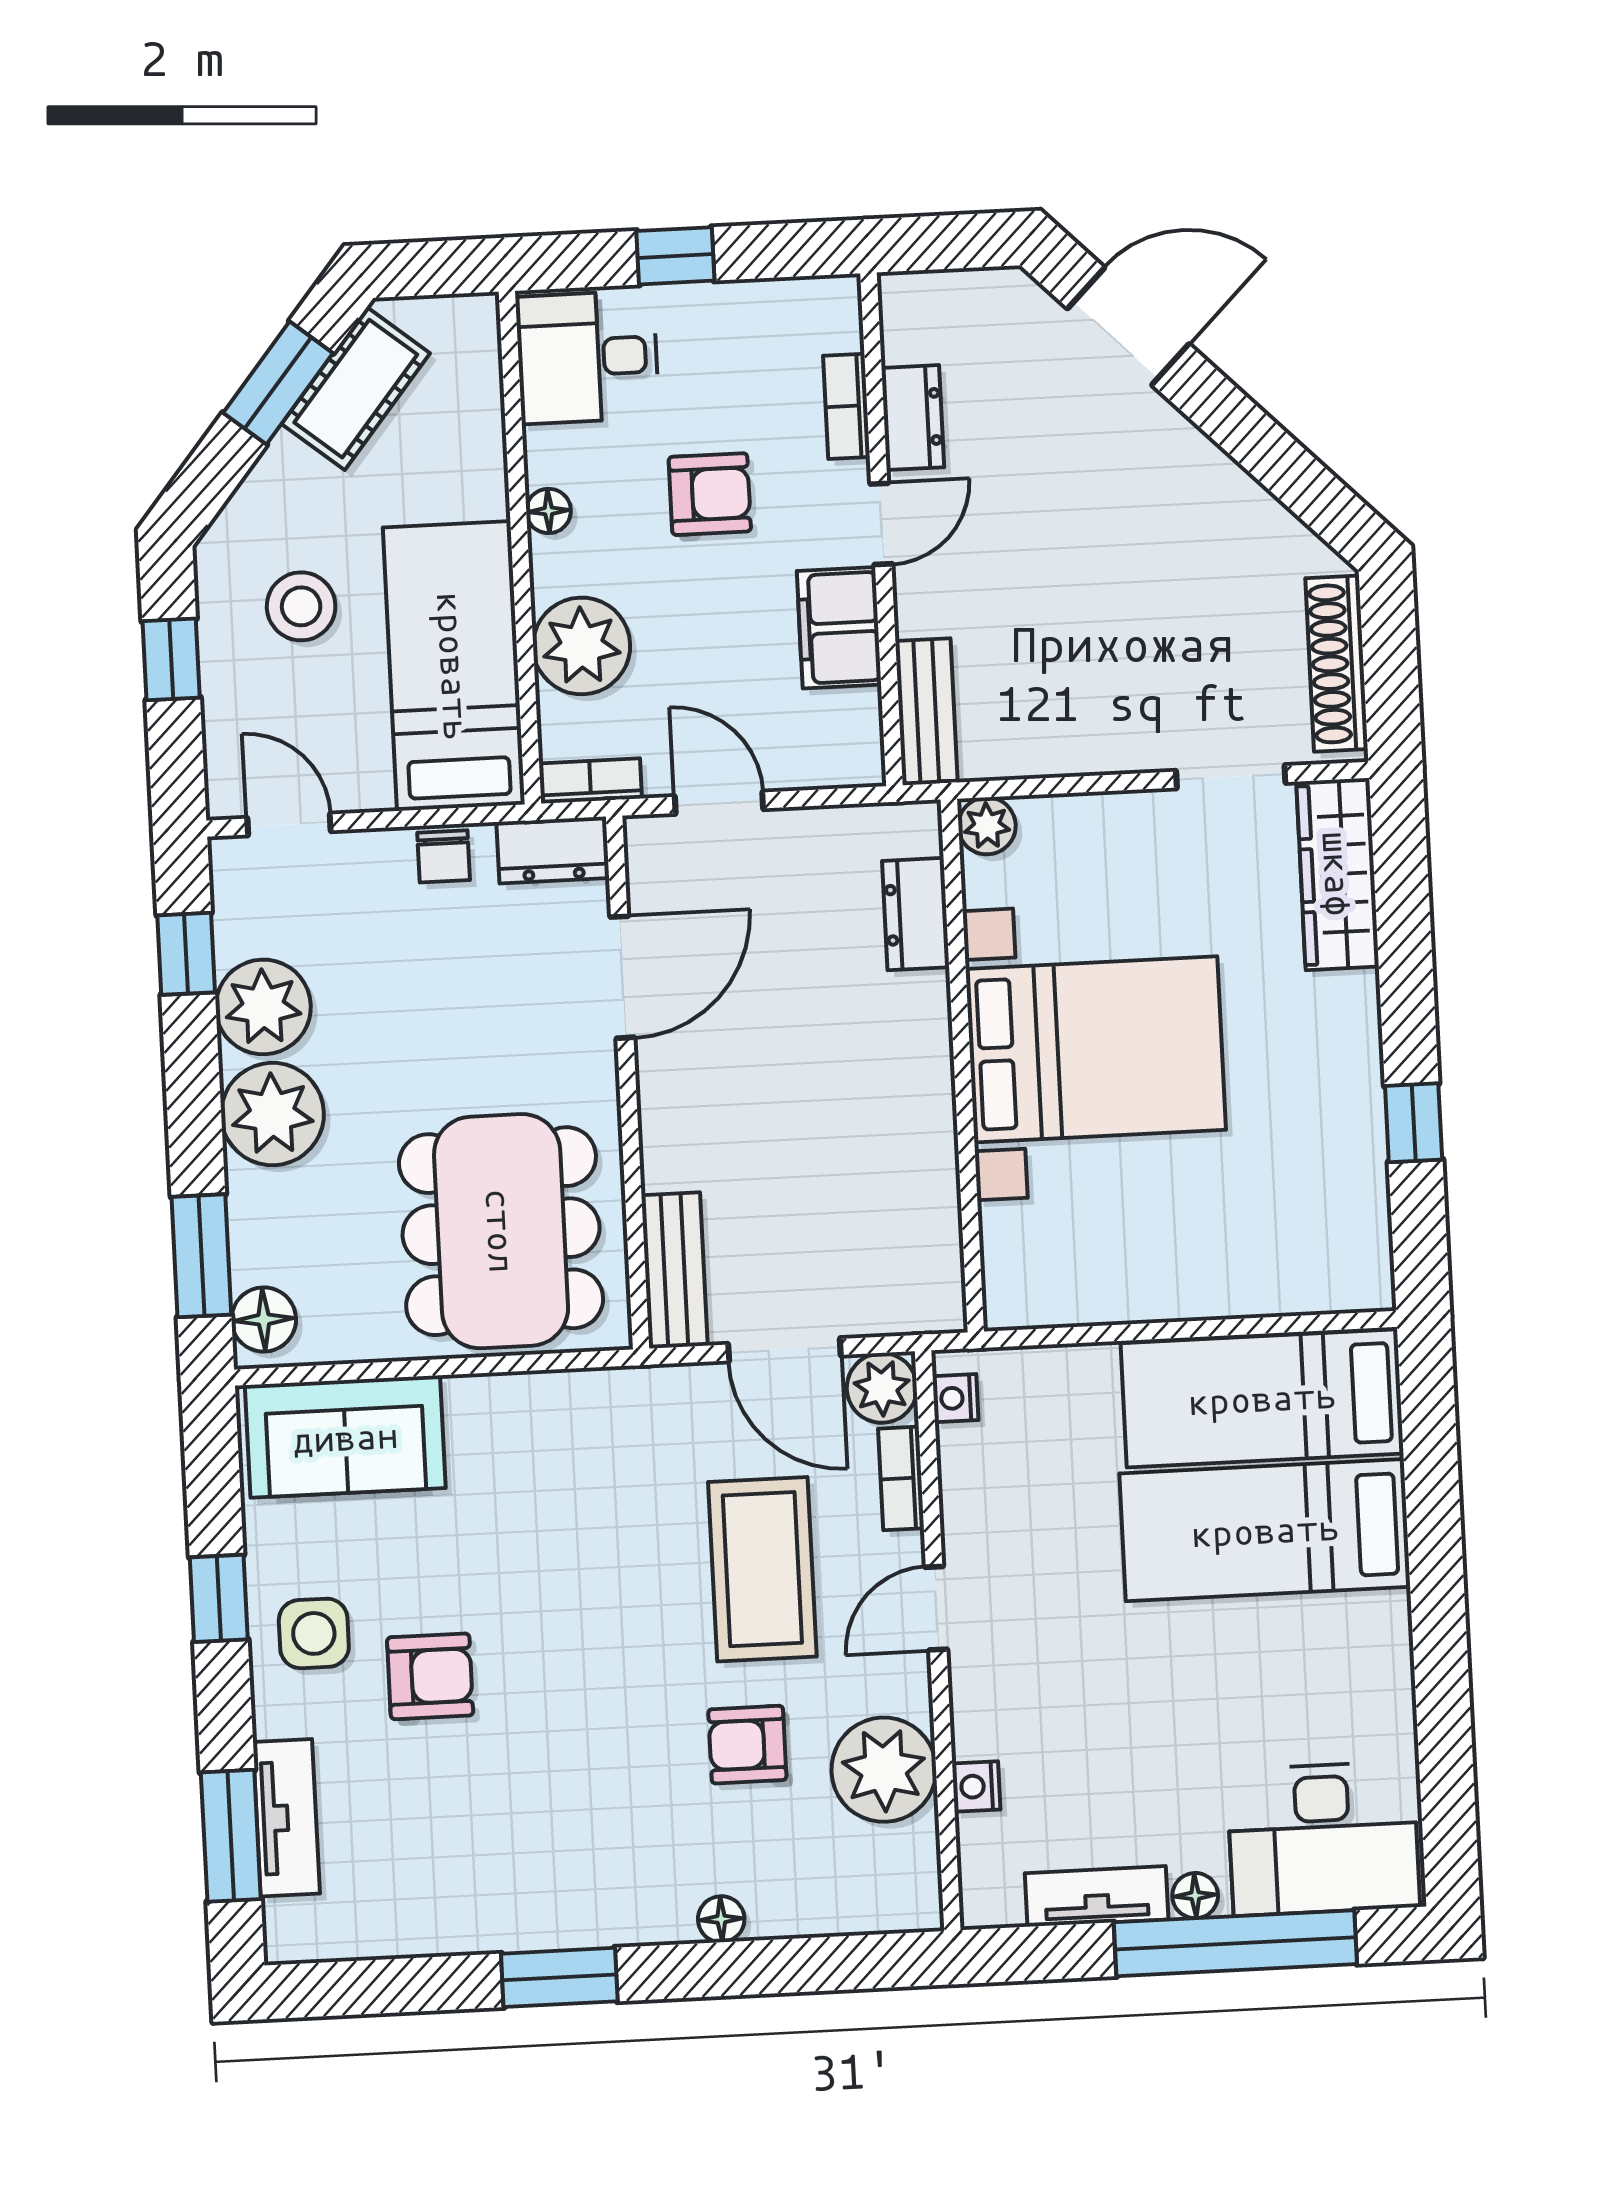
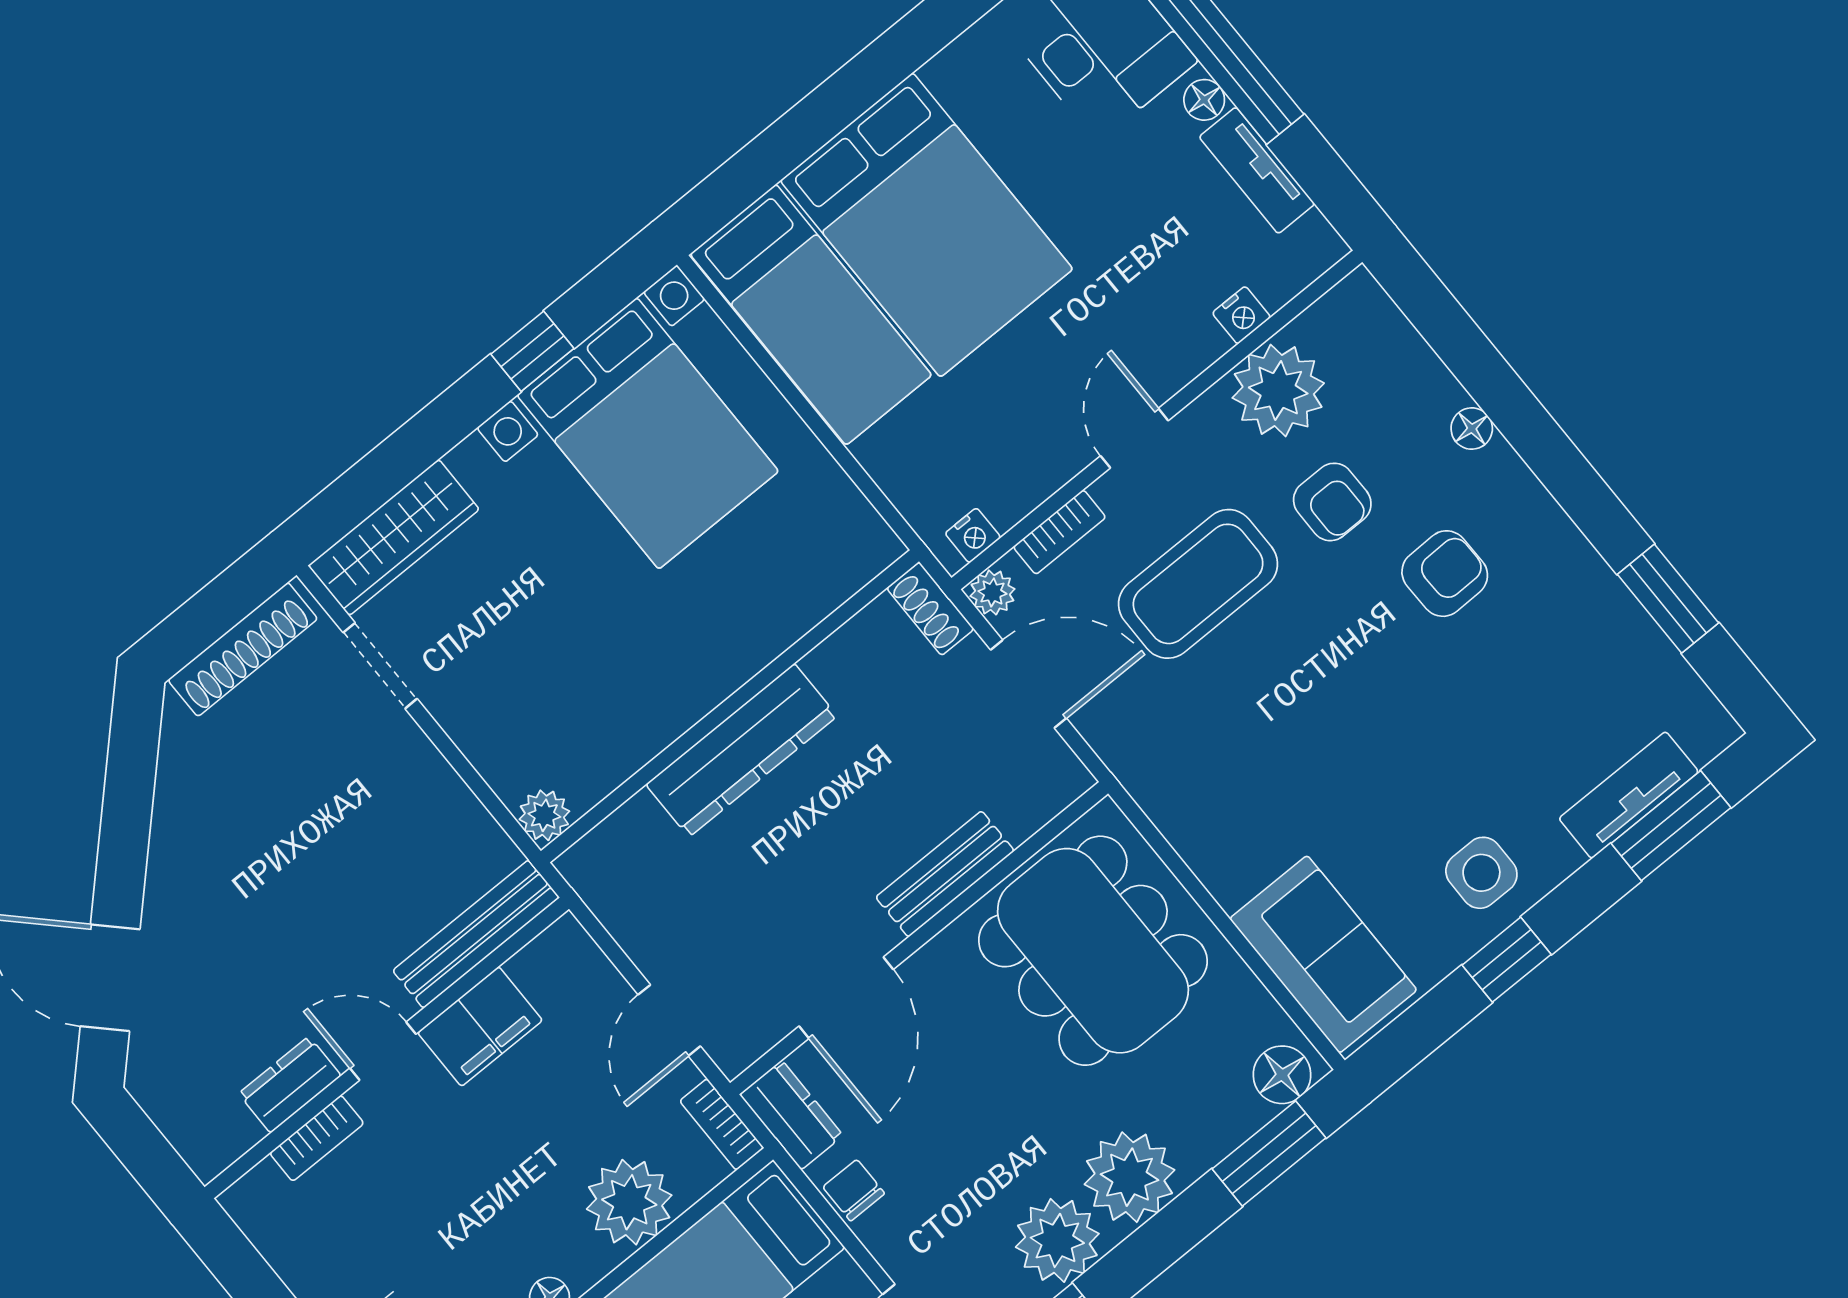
armchair: (710, 494) -> (452, 1190), removed
bench: (926, 712) -> (476, 934), width x1.36
chair: (444, 856) -> (854, 1190), turned -90
dresser: (916, 914) -> (742, 750), moved, width x1.96, depth x1.24
door: (622, 977) -> (846, 998), swing flipped
bed with nightstands: (1096, 1049) -> (648, 433), moved, turned 180
dining table: (501, 1231) -> (1093, 951), turned 90
bench: (675, 1270) -> (945, 874), moved
shoe rack: (918, 1311) -> (930, 609), added
door: (784, 1350) -> (1029, 684), hinge flipped
plant: (882, 1388) -> (992, 593), width x0.73, depth x0.73
bed: (1265, 1530) -> (926, 225), width x1.50
door: (936, 1608) -> (1134, 438), swing flipped
armchair: (430, 1676) -> (1445, 574), moved, turned 89
window: (559, 1977) -> (1668, 599), moved

